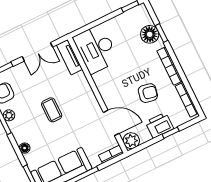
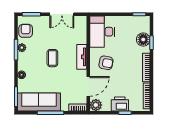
tv unit: (69, 57) -> (82, 57), moved
armchair: (148, 93) -> (106, 63), moved
door: (111, 123) -> (88, 86), hinge flipped

